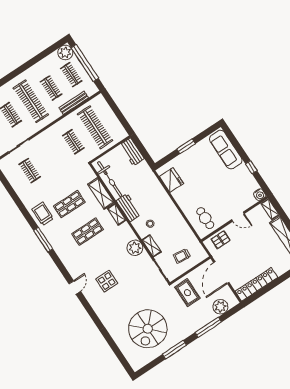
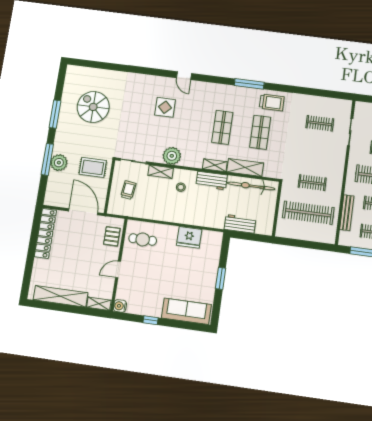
workbench: (132, 152) -> (240, 224), moved
fridge: (171, 180) -> (189, 237), moved
plant: (220, 307) -> (59, 163), moved
spiral stairs: (148, 329) -> (93, 107), width x0.73, depth x0.73

